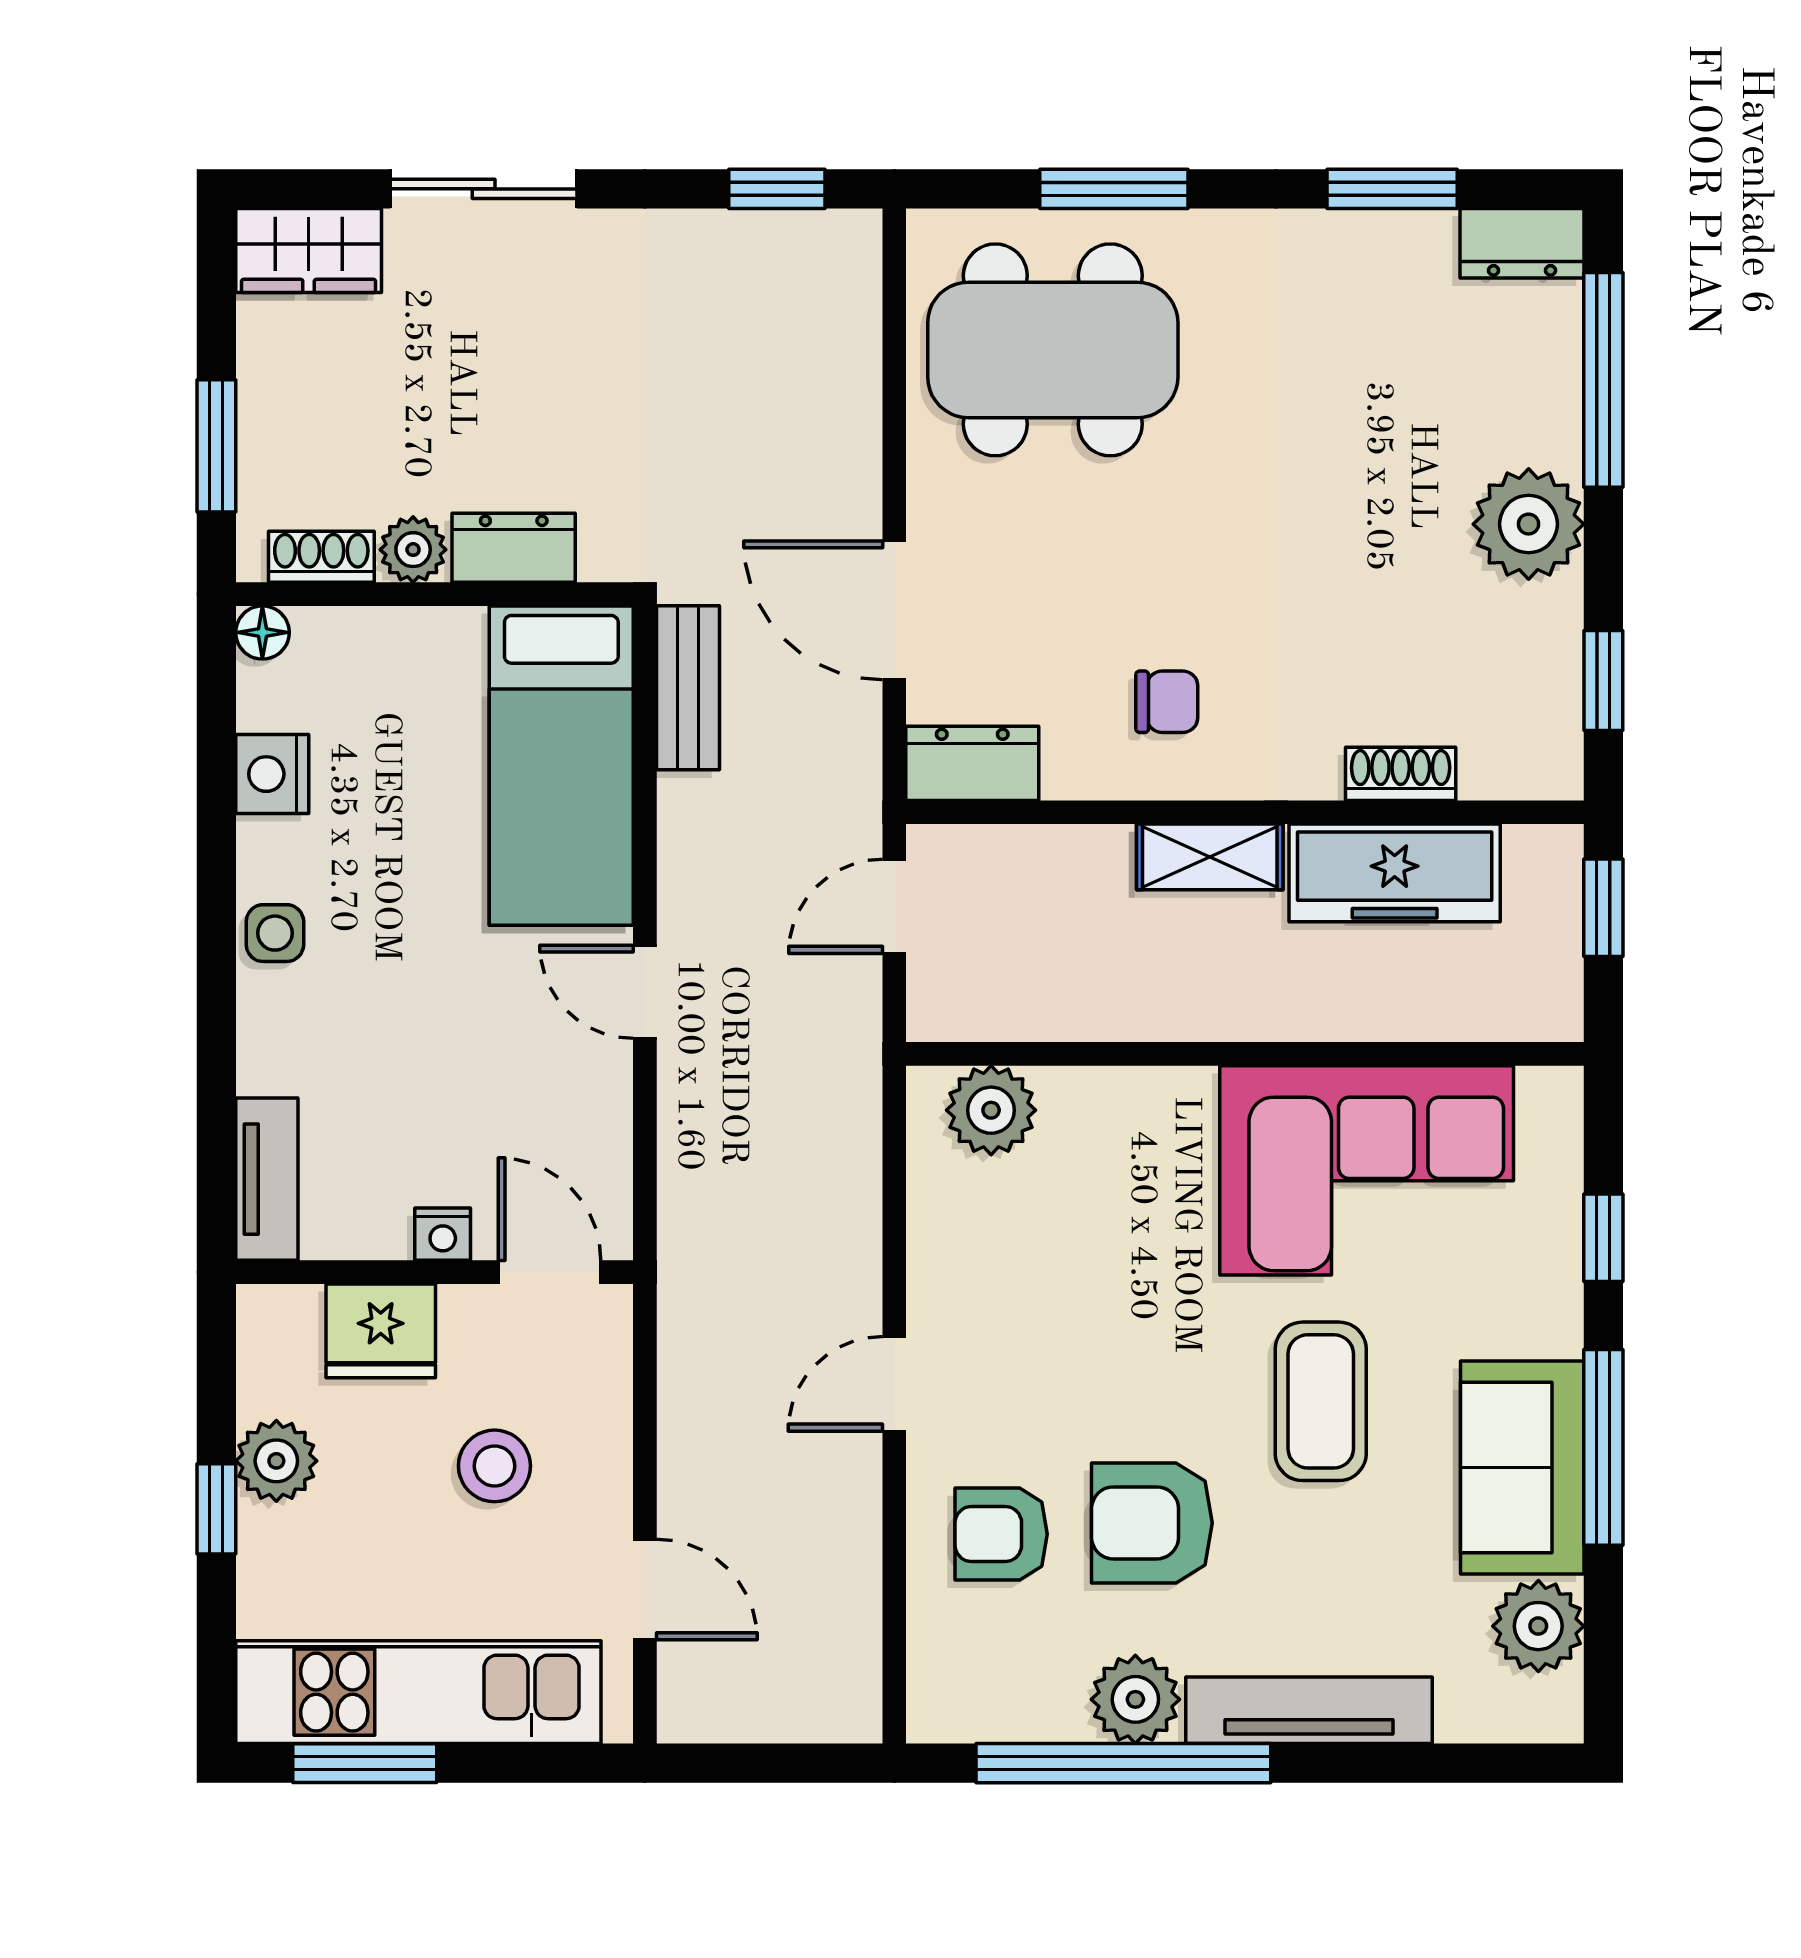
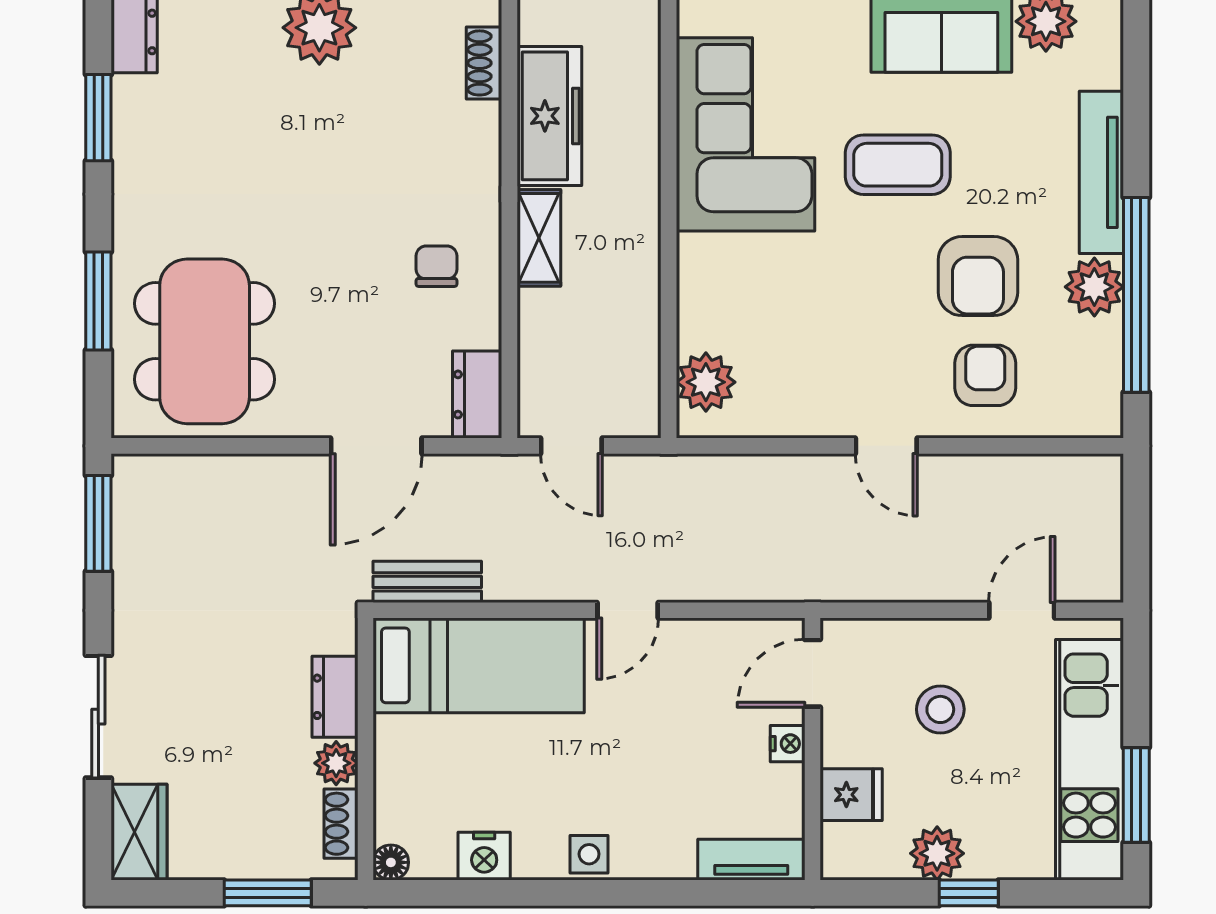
window: (777, 189) -> (98, 523), width x1.50
shoe rack: (1401, 774) -> (484, 63), moved
fridge: (381, 1331) -> (851, 795), width x0.72
armchair: (1001, 1534) -> (985, 375), turned 180

